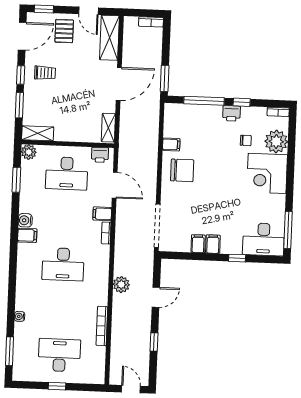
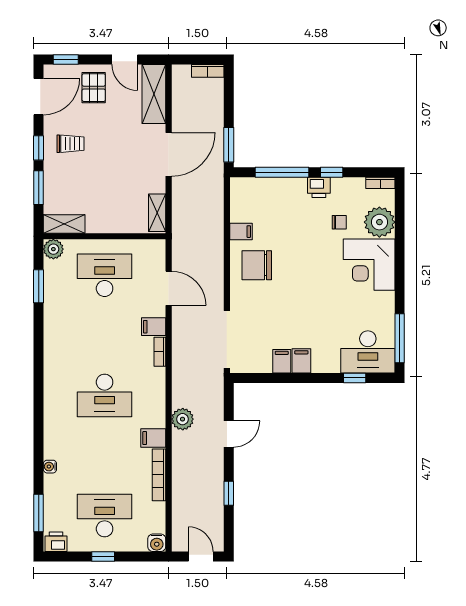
printer: (100, 155) -> (56, 542), moved, turned 180
chair: (182, 170) -> (257, 265), turned 180
desk: (67, 173) -> (105, 275), turned 180
water cooler: (25, 220) -> (157, 543), moved, turned -90
filing cabinet: (27, 235) -> (153, 438), moved, turned 180
window: (237, 258) -> (355, 378), moved

